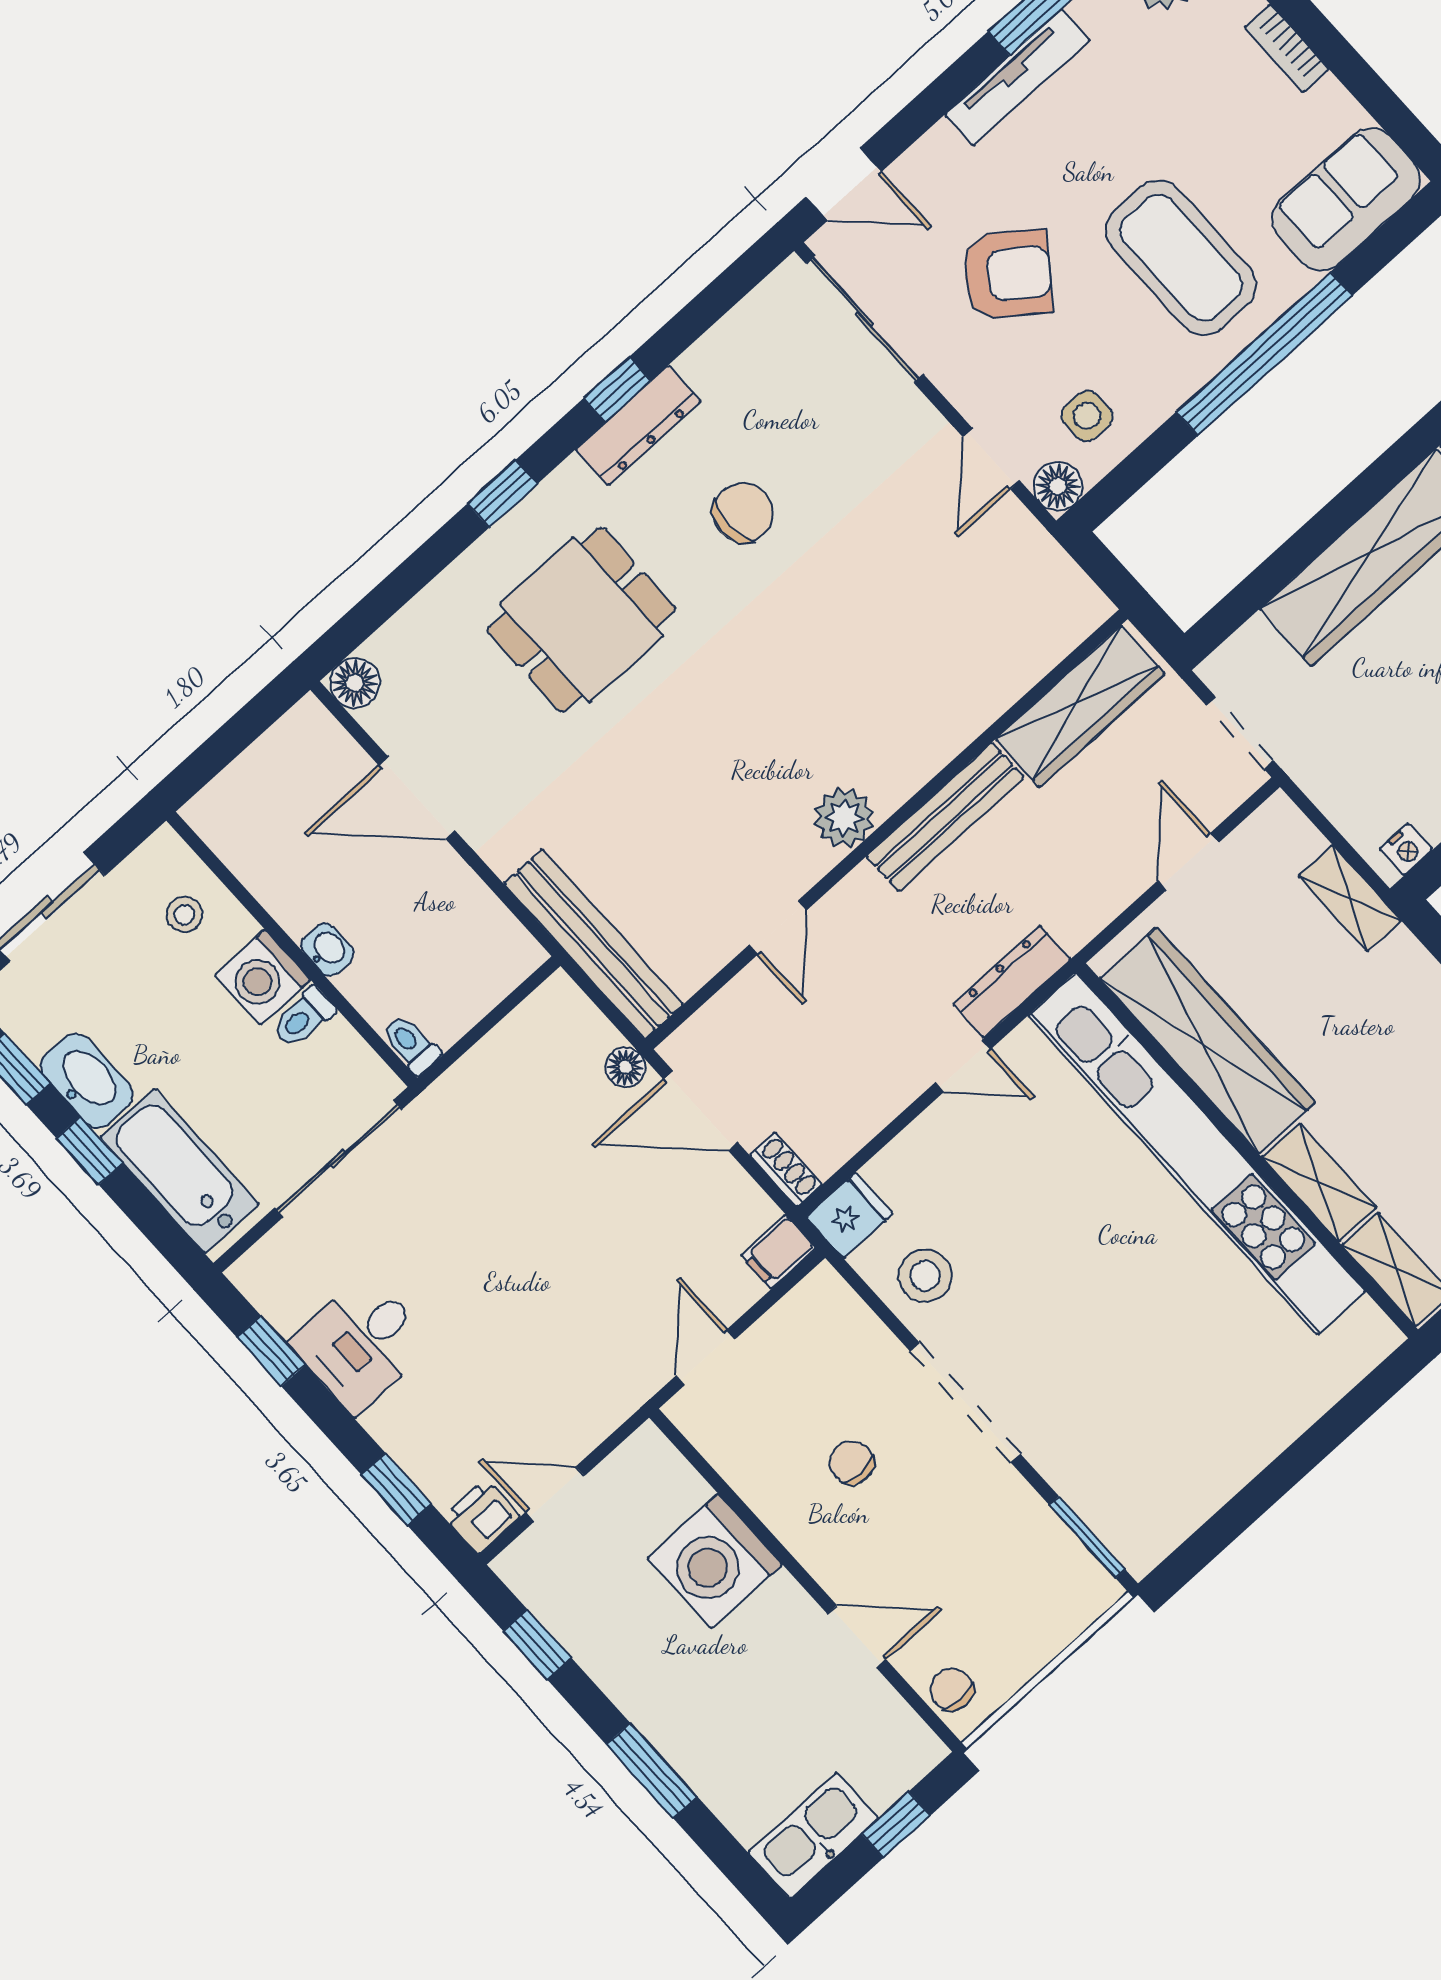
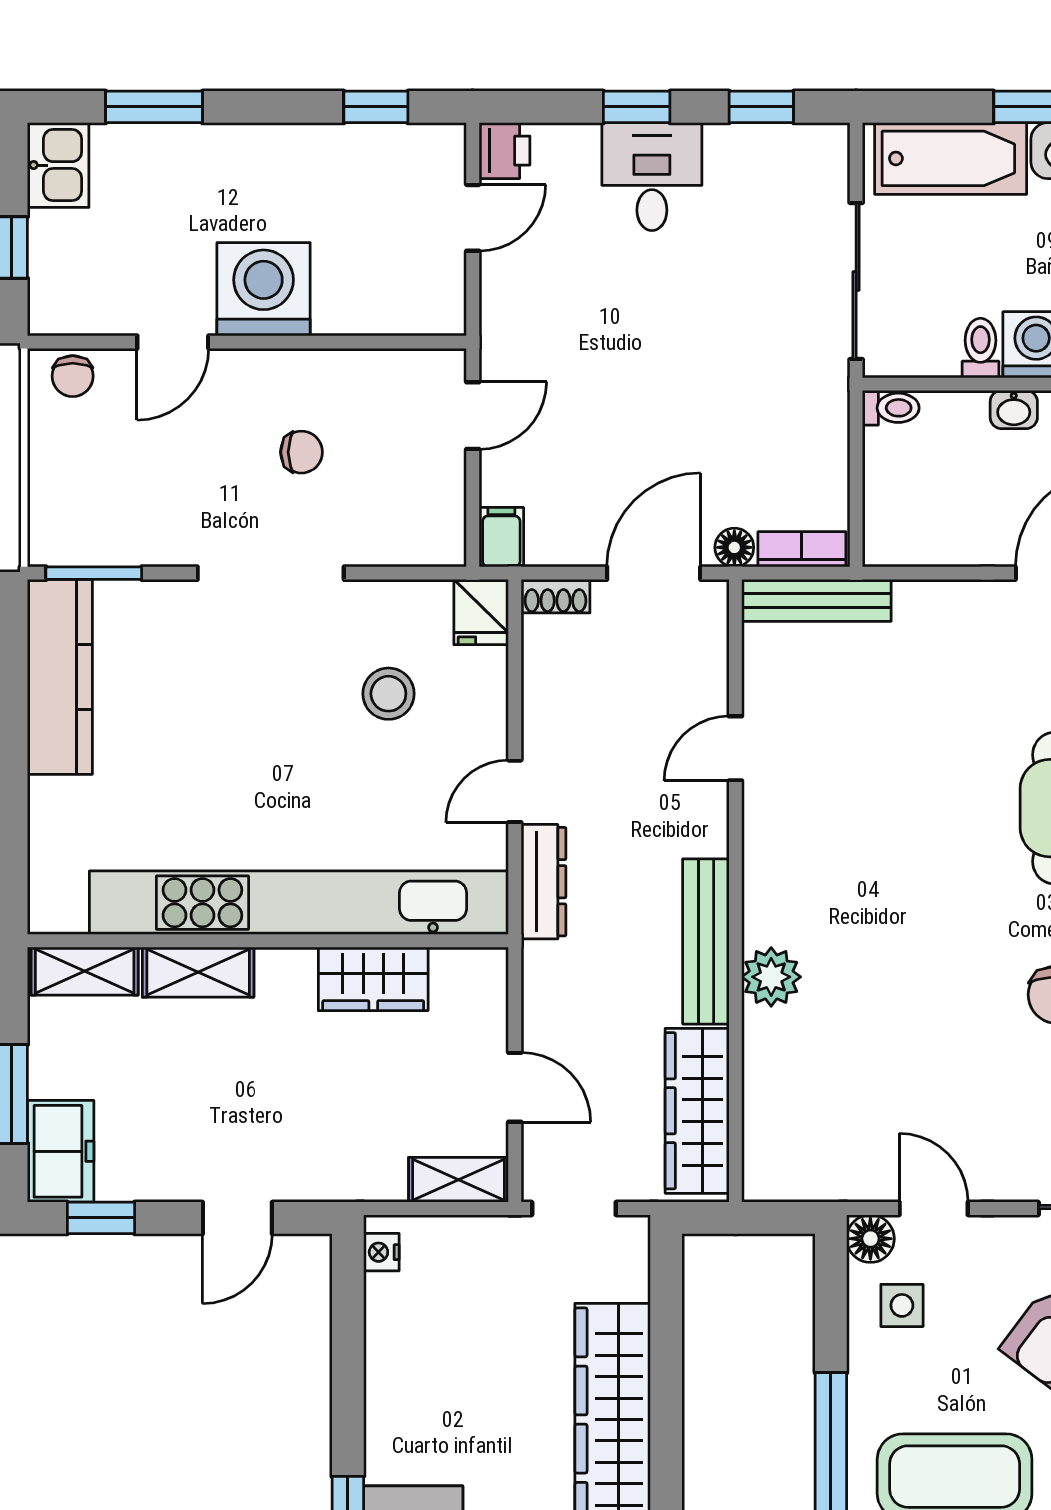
plant: (844, 818) -> (771, 977), moved
shelving: (1350, 898) -> (459, 1180), moved
door: (778, 928) -> (735, 748), hinge flipped
bench: (593, 944) -> (816, 600), width x0.73, depth x0.82
bookcase: (580, 1014) -> (802, 549), added
wardrobe: (1208, 1040) -> (373, 979), width x0.48, depth x0.85
stool: (925, 1276) -> (388, 694), moved
desk: (361, 1343) -> (652, 177), moved
door: (706, 1357) -> (473, 416), hinge flipped
window: (396, 1489) -> (637, 107), moved
kitchen counter: (1190, 1491) -> (60, 677), added
washing machine: (715, 1561) -> (264, 289), moved
chair: (952, 1690) -> (73, 376), turned 90
window: (652, 1771) -> (154, 107), moved
kitchen sink: (813, 1835) -> (58, 165), width x0.73

